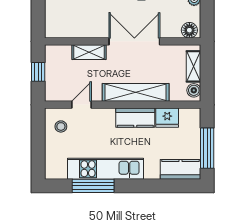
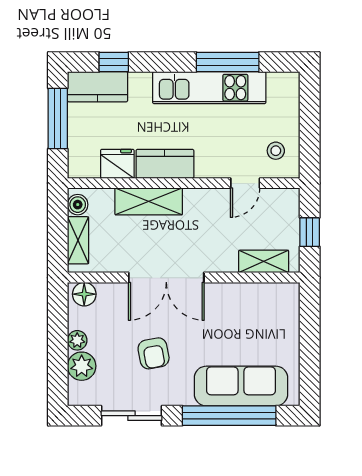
shelving: (89, 52) -> (264, 261), moved
shelving: (136, 92) -> (149, 201), width x0.68
window: (170, 186) -> (114, 62), added

